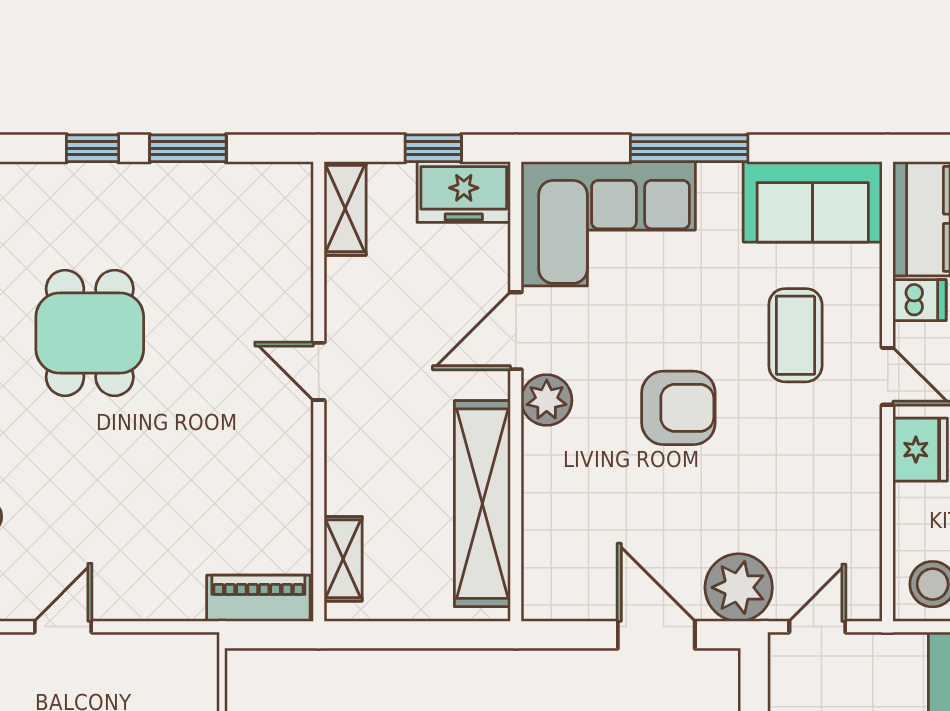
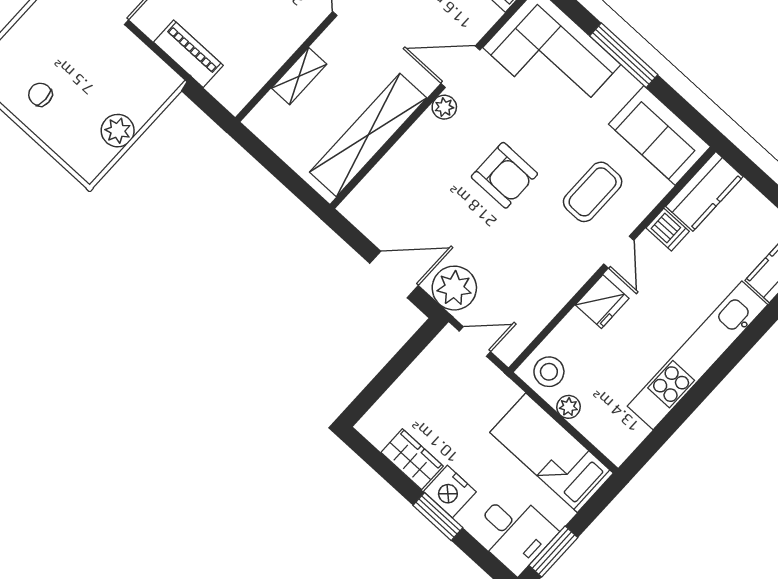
plant: (547, 400) -> (444, 107), width x0.73, depth x0.73
shelving: (343, 559) -> (299, 76), moved
piano: (258, 598) -> (188, 54), moved
door: (656, 635) -> (394, 274), hinge flipped

